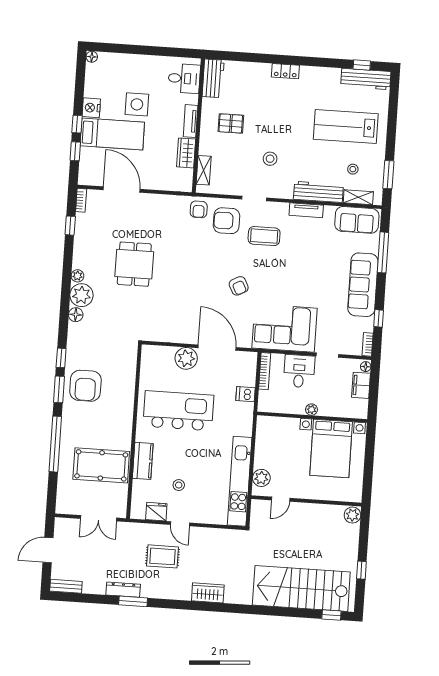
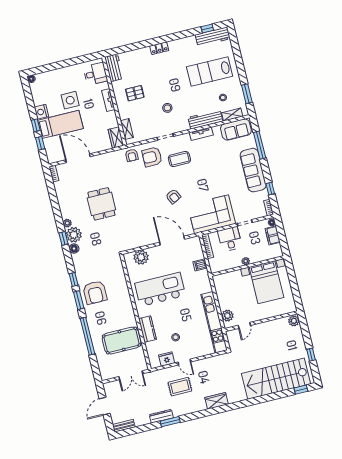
wardrobe: (186, 153) -> (116, 137), moved
window: (70, 226) -> (63, 238), moved
plant: (186, 358) -> (141, 257), moved

